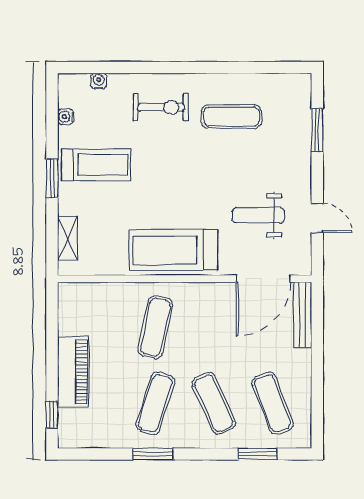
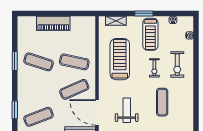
exercise mat: (231, 117) -> (162, 102), moved
exercise bike: (168, 156) -> (154, 68), added
treadmill: (173, 250) -> (120, 59), moved
exercise mat: (214, 403) -> (74, 89), moved
window: (52, 414) -> (33, 13), removed

